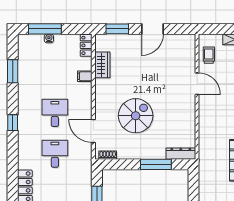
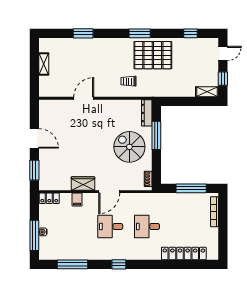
trolley: (209, 55) -> (128, 81), moved
wardrobe: (102, 65) -> (83, 184), moved
window: (13, 71) -> (73, 264), width x1.44
spiral stairs: (136, 116) -> (129, 147), moved
door: (93, 131) -> (109, 192), moved

